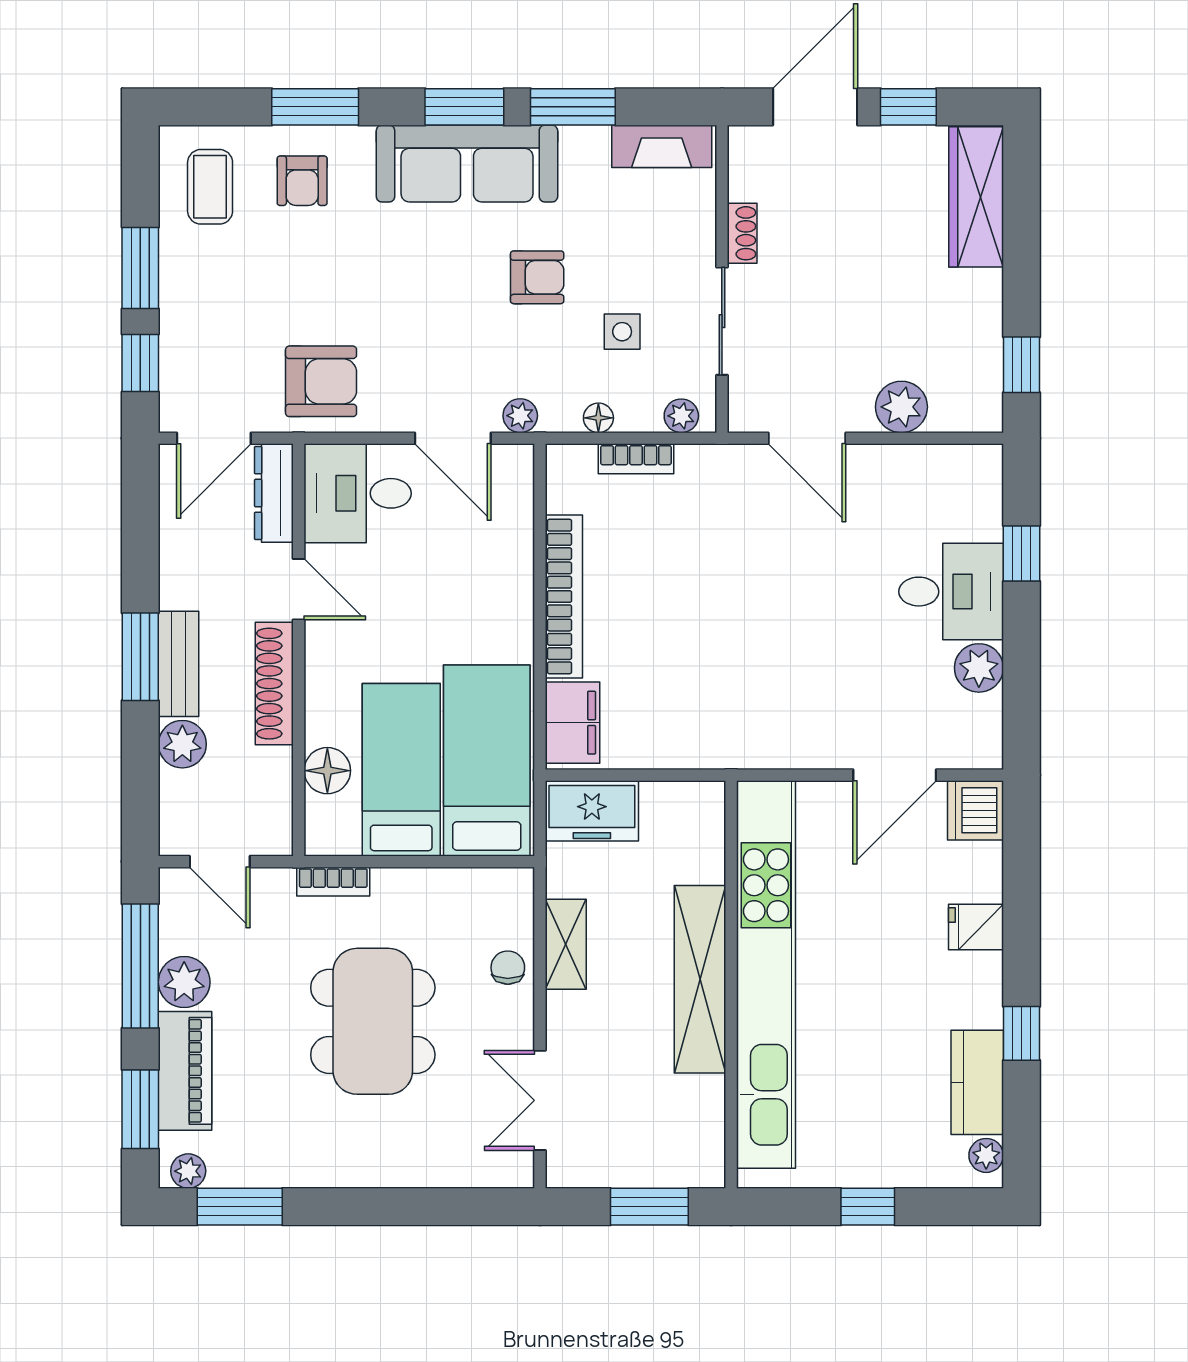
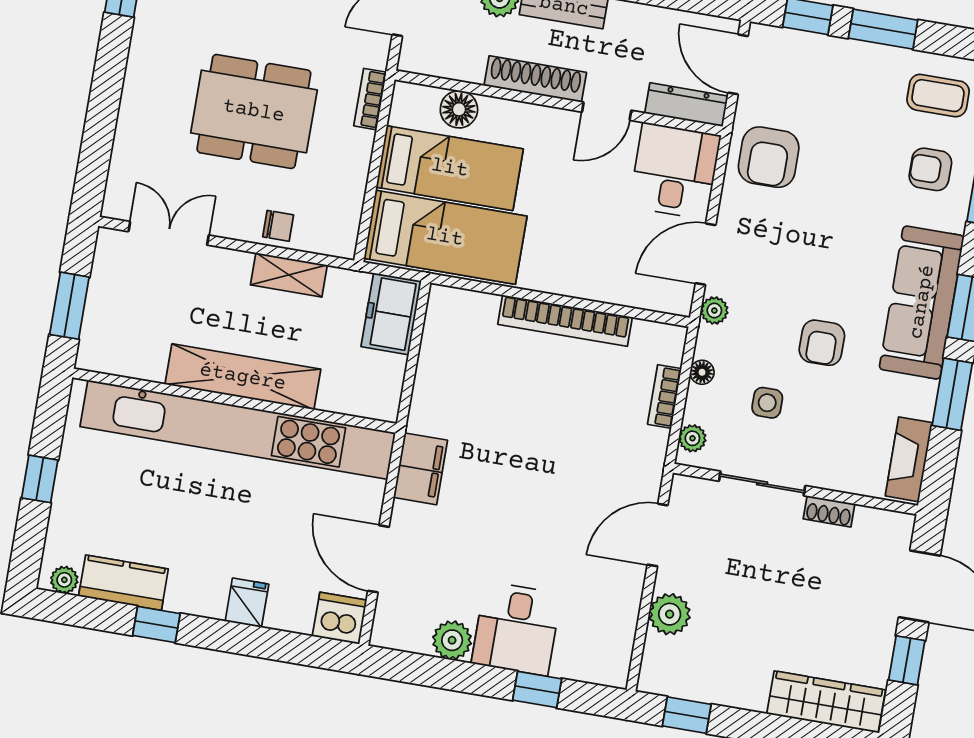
filing cabinet: (573, 723) -> (421, 469), moved, turned -90

